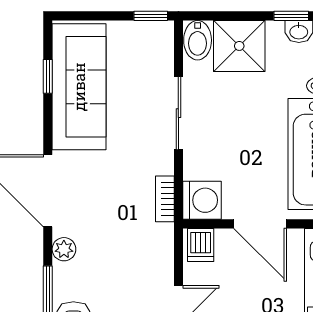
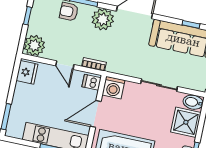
bookcase: (165, 199) -> (94, 64), moved
plant: (64, 249) -> (103, 19), width x1.87, depth x1.87

